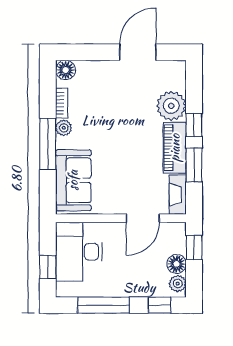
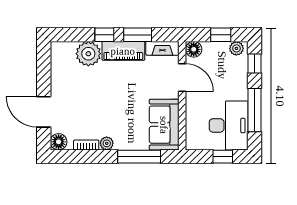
door: (138, 52) -> (44, 112), moved
window: (48, 144) -> (139, 157), moved
sofa: (73, 180) -> (164, 125), moved, turned -90
window: (194, 248) -> (221, 35), moved
desk: (79, 252) -> (229, 125), moved, turned -90
floor lamp: (177, 264) -> (194, 49), moved

